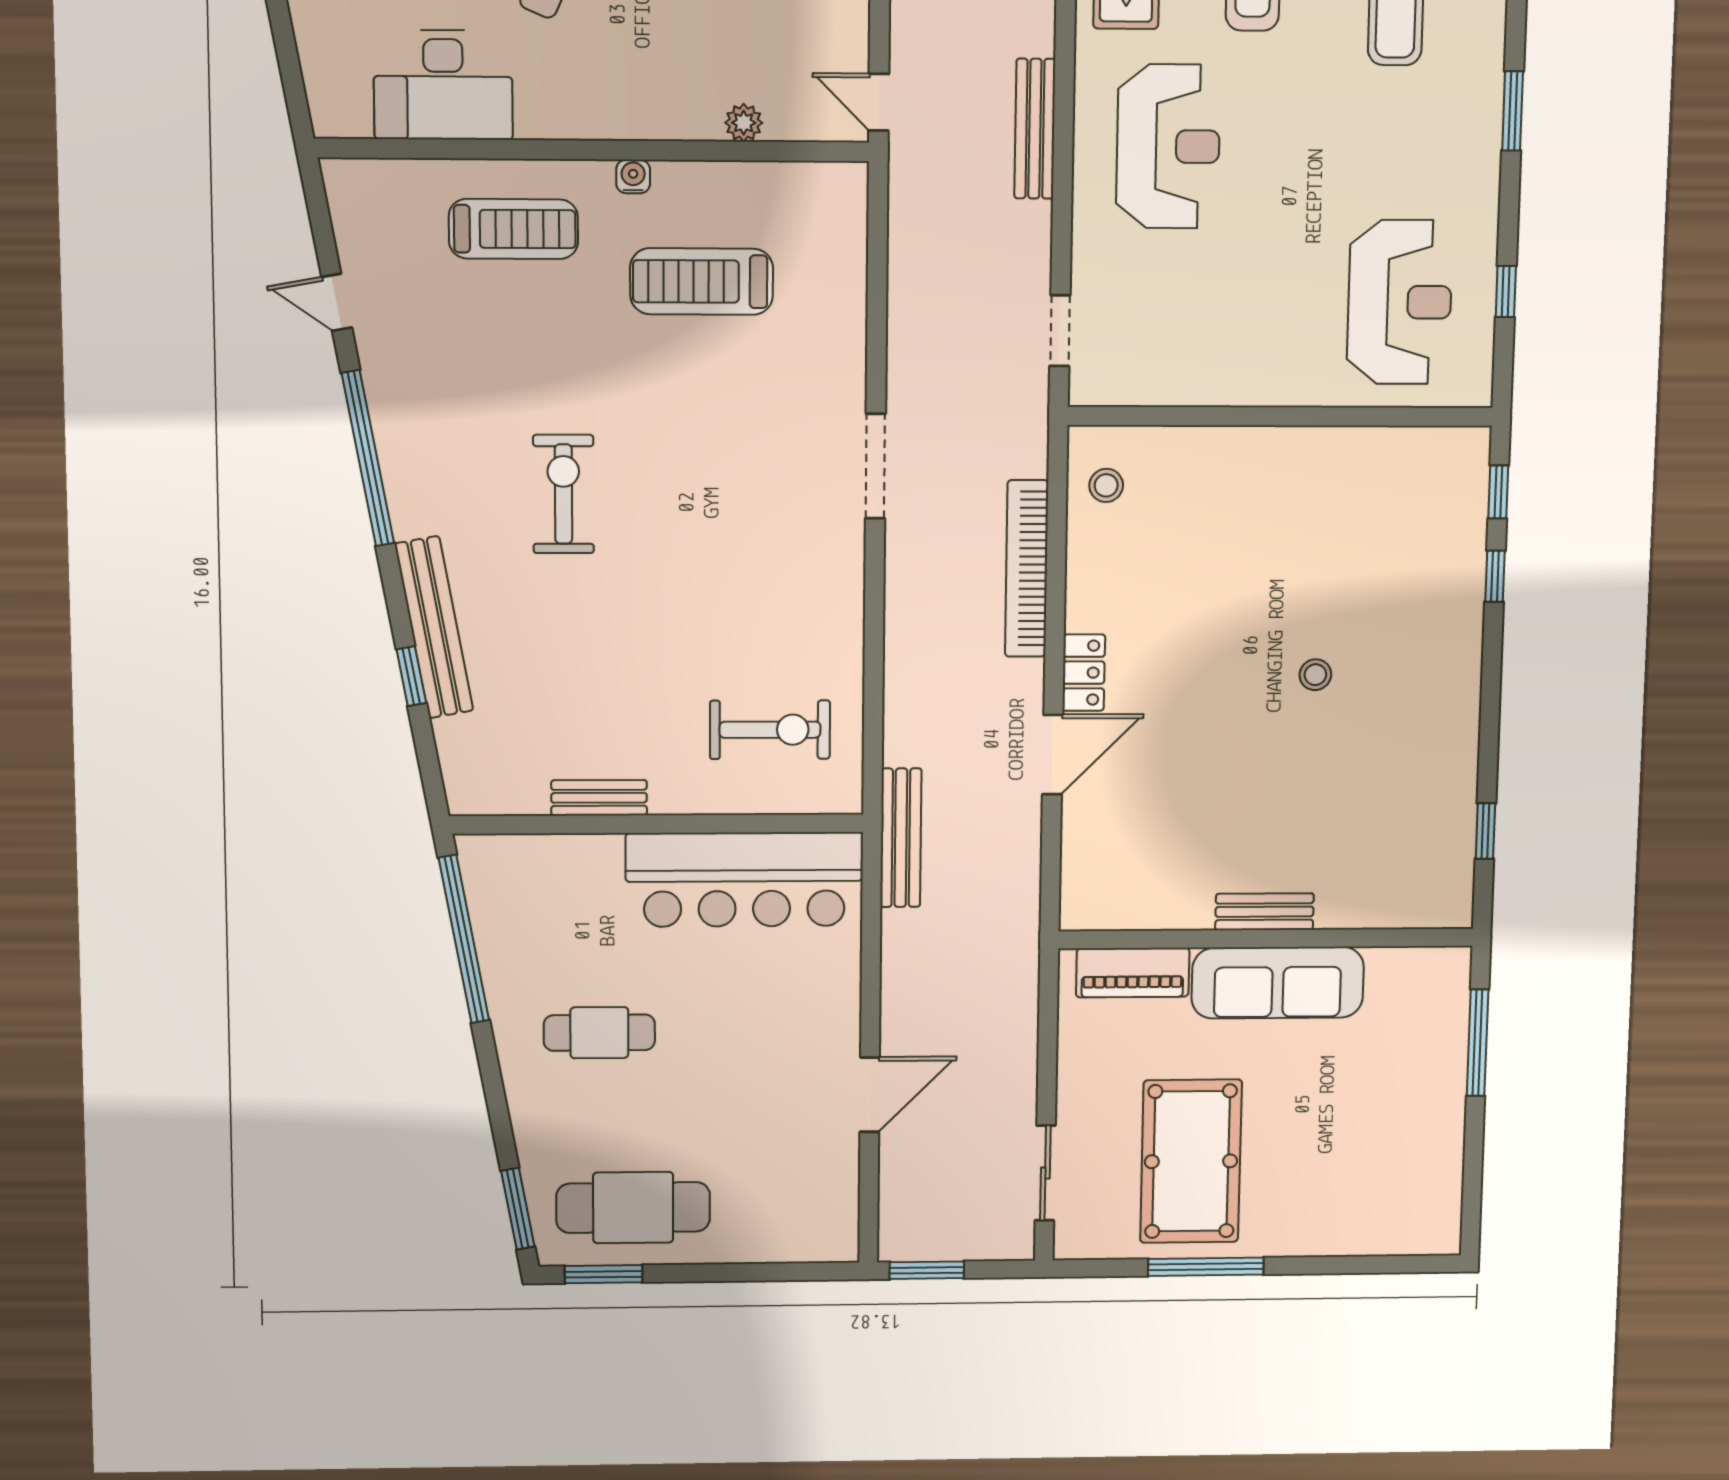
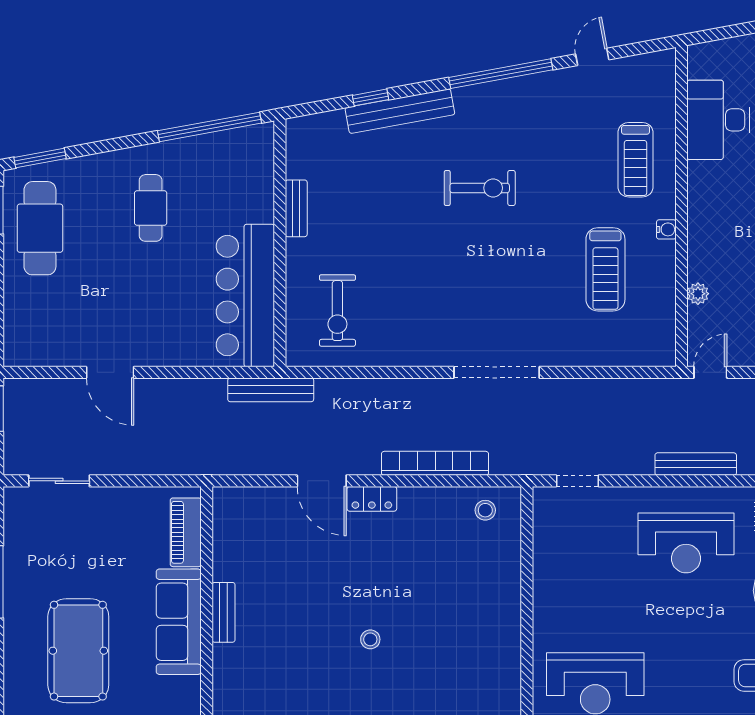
treadmill: (702, 281) -> (605, 269), turned 180
doorway: (875, 466) -> (497, 372), width x1.36
pool table: (1191, 1161) -> (78, 651), moved, turned 90

